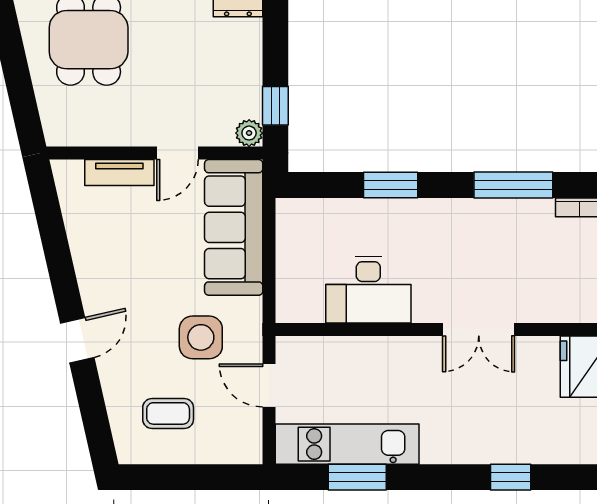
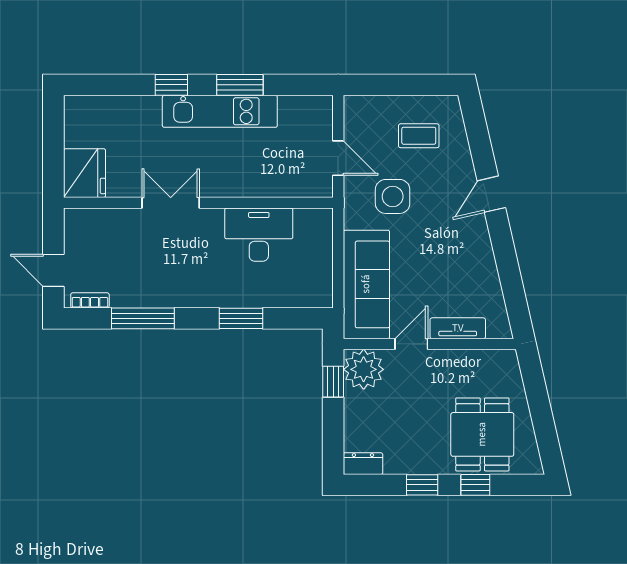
plant: (249, 133) -> (364, 369), width x1.88, depth x1.88
kitchen unit: (347, 444) -> (220, 111), moved
window: (357, 477) -> (240, 85), moved
window: (511, 477) -> (171, 85), moved

